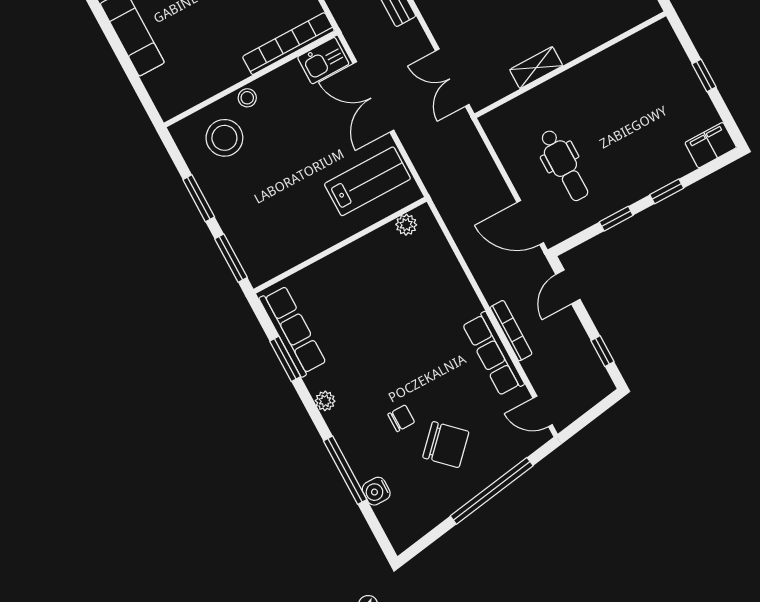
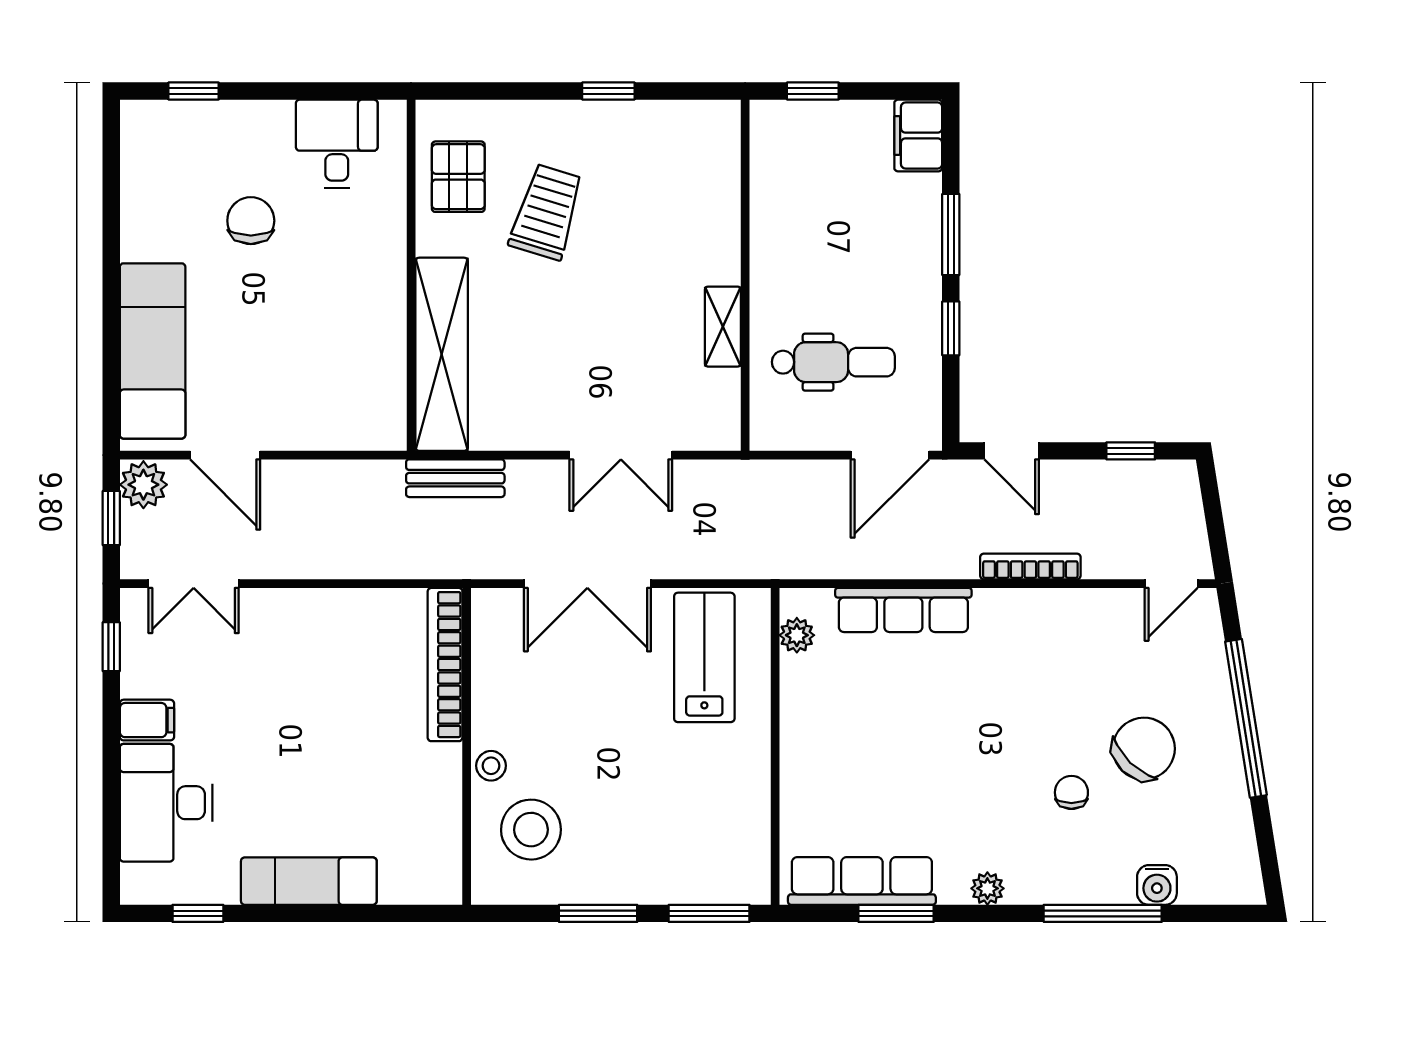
kitchen sink: (323, 61) -> (496, 627), removed
wall: (570, 65) -> (745, 275), moved
shelving: (536, 68) -> (723, 327), moved
window: (667, 191) -> (951, 235), width x1.50
row of seats: (493, 354) -> (903, 610), moved

